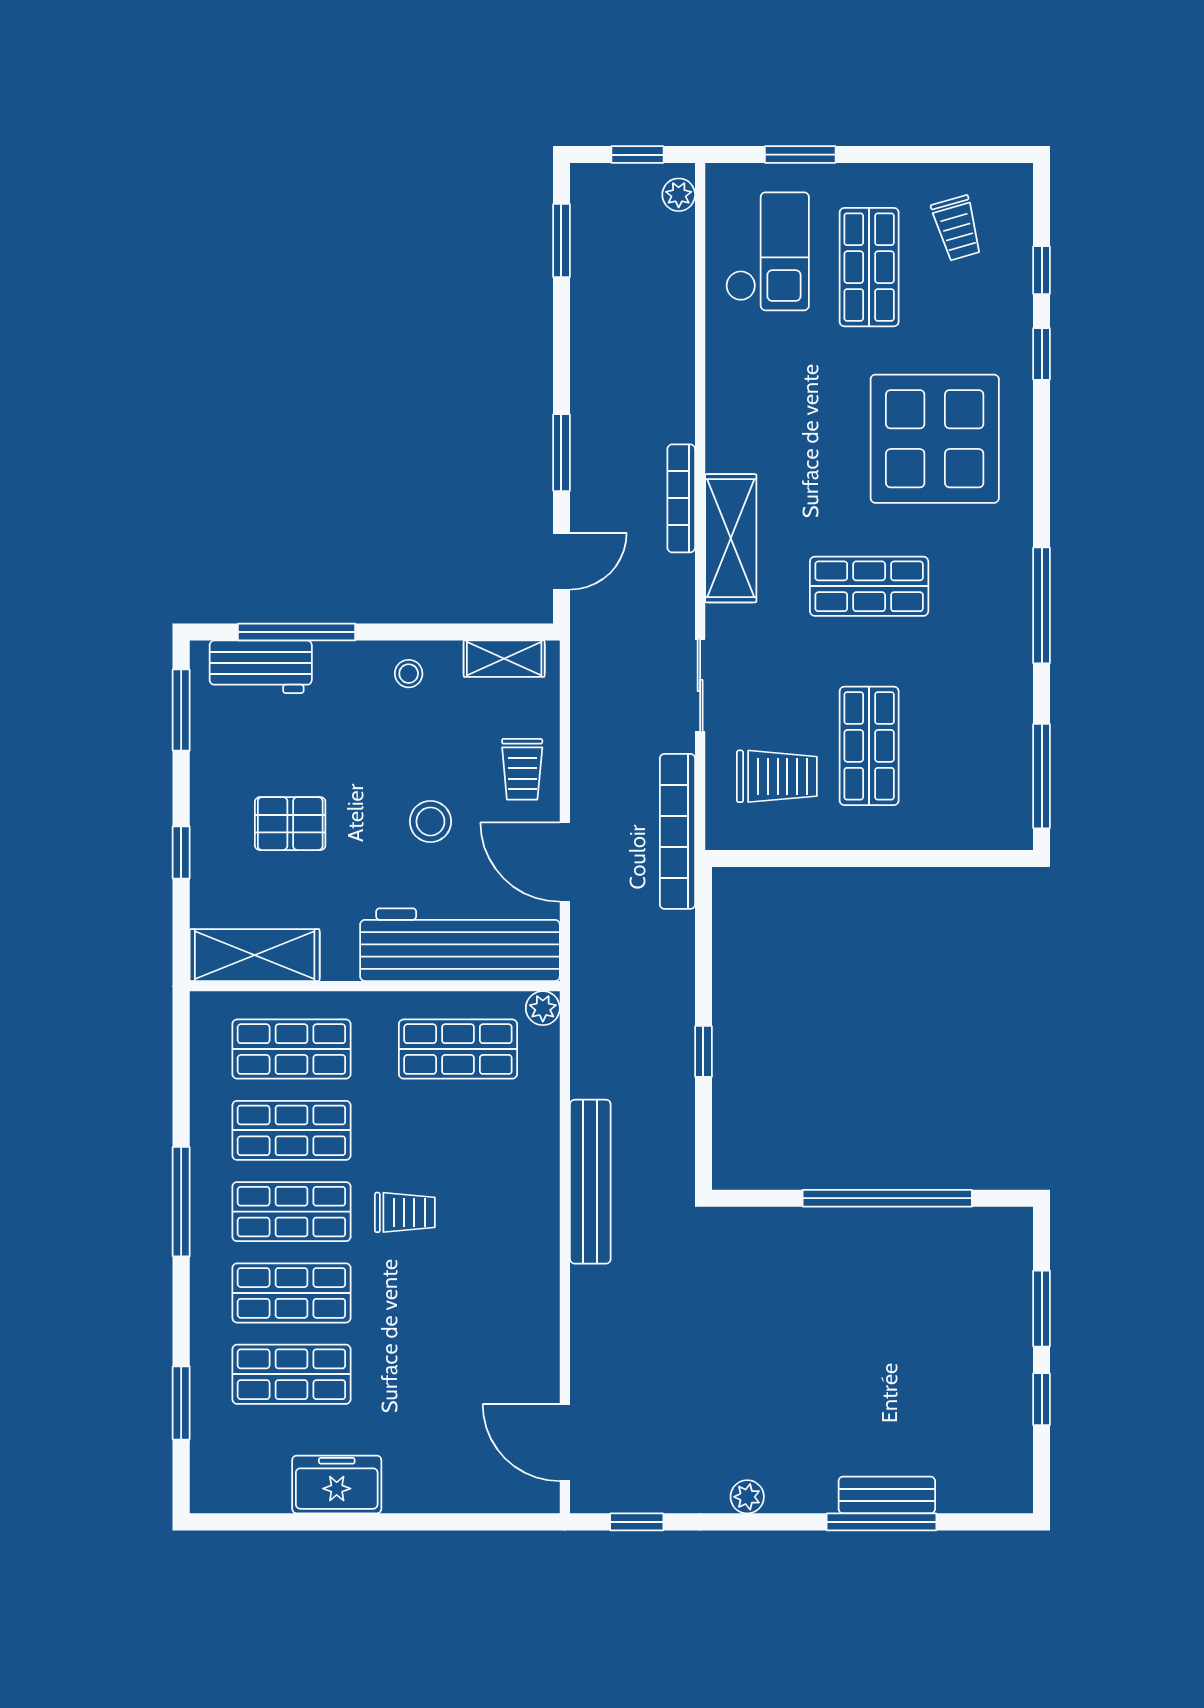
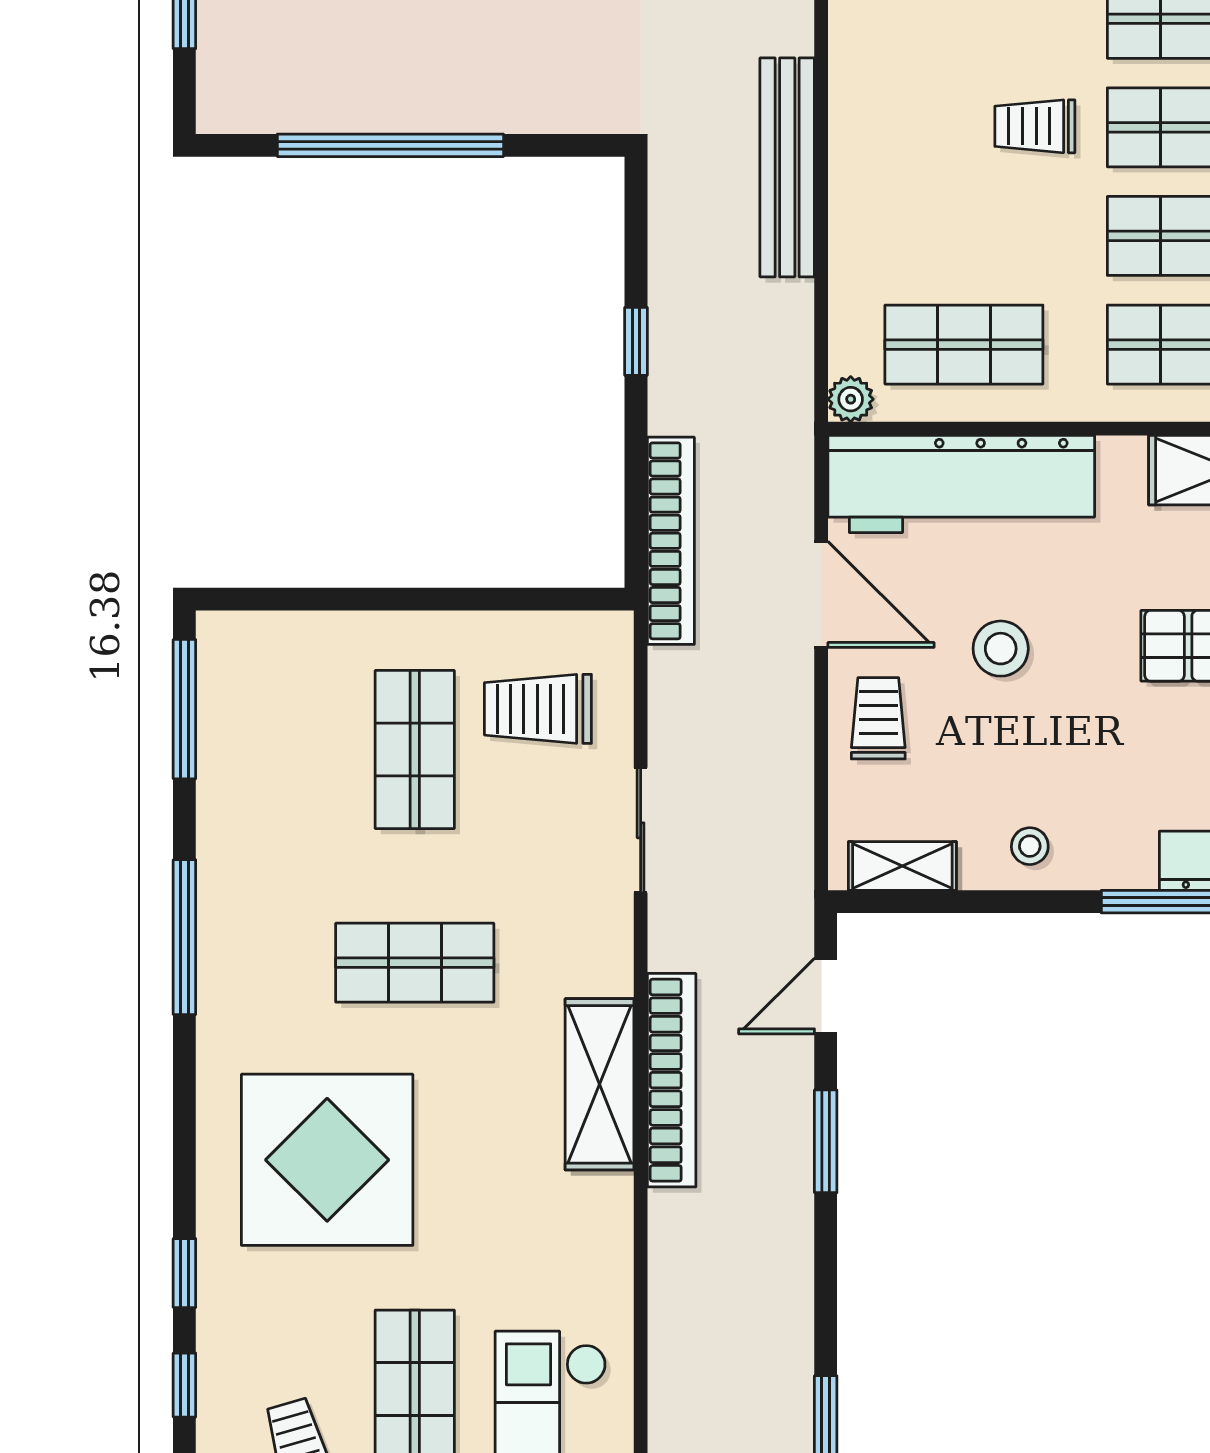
bookcase: (681, 498) -> (672, 1080), width x1.48, depth x1.31
shelving: (731, 538) -> (599, 1084), moved
bookcase: (677, 831) -> (671, 541), moved

